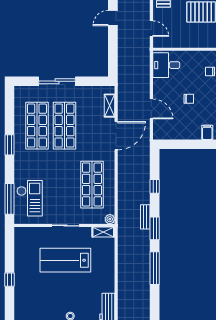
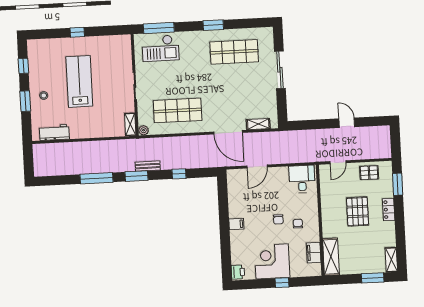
chair: (189, 99) -> (278, 219), moved
shop shelf: (64, 126) -> (236, 80), removed
lab bench: (65, 260) -> (79, 81), moved

